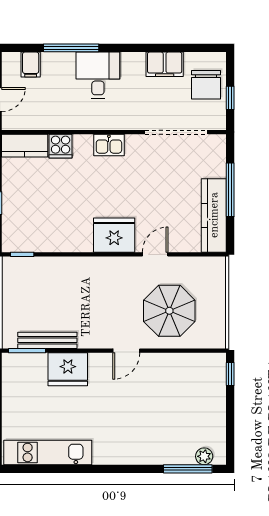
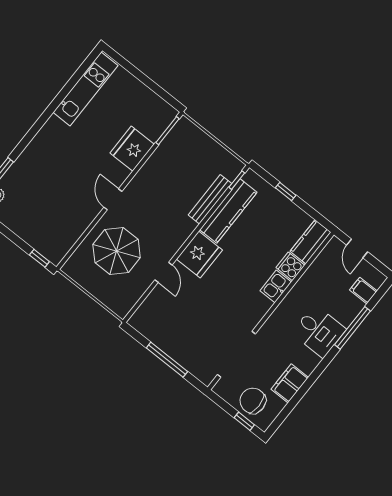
window: (230, 98) -> (244, 421), moved
kitchen sink: (109, 145) -> (276, 286), moved
kitchen counter: (214, 215) -> (228, 211), moved, turned 90
bench: (47, 340) -> (210, 199), moved

